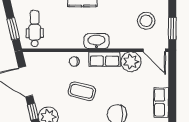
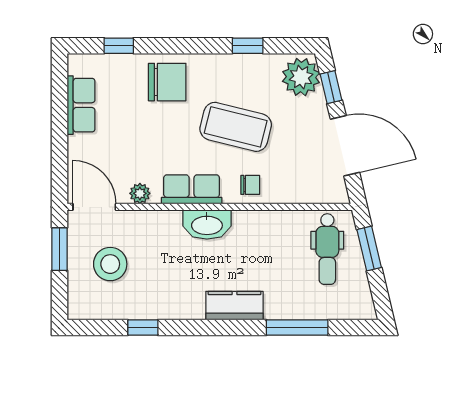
plant: (131, 62) -> (140, 193), width x0.53, depth x0.53
coffee table: (82, 91) -> (236, 127), width x1.36, depth x1.32

